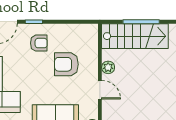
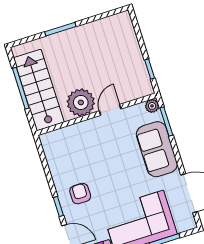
armchair: (66, 64) -> (94, 156), removed
plant: (108, 67) -> (81, 102), width x1.88, depth x1.88

